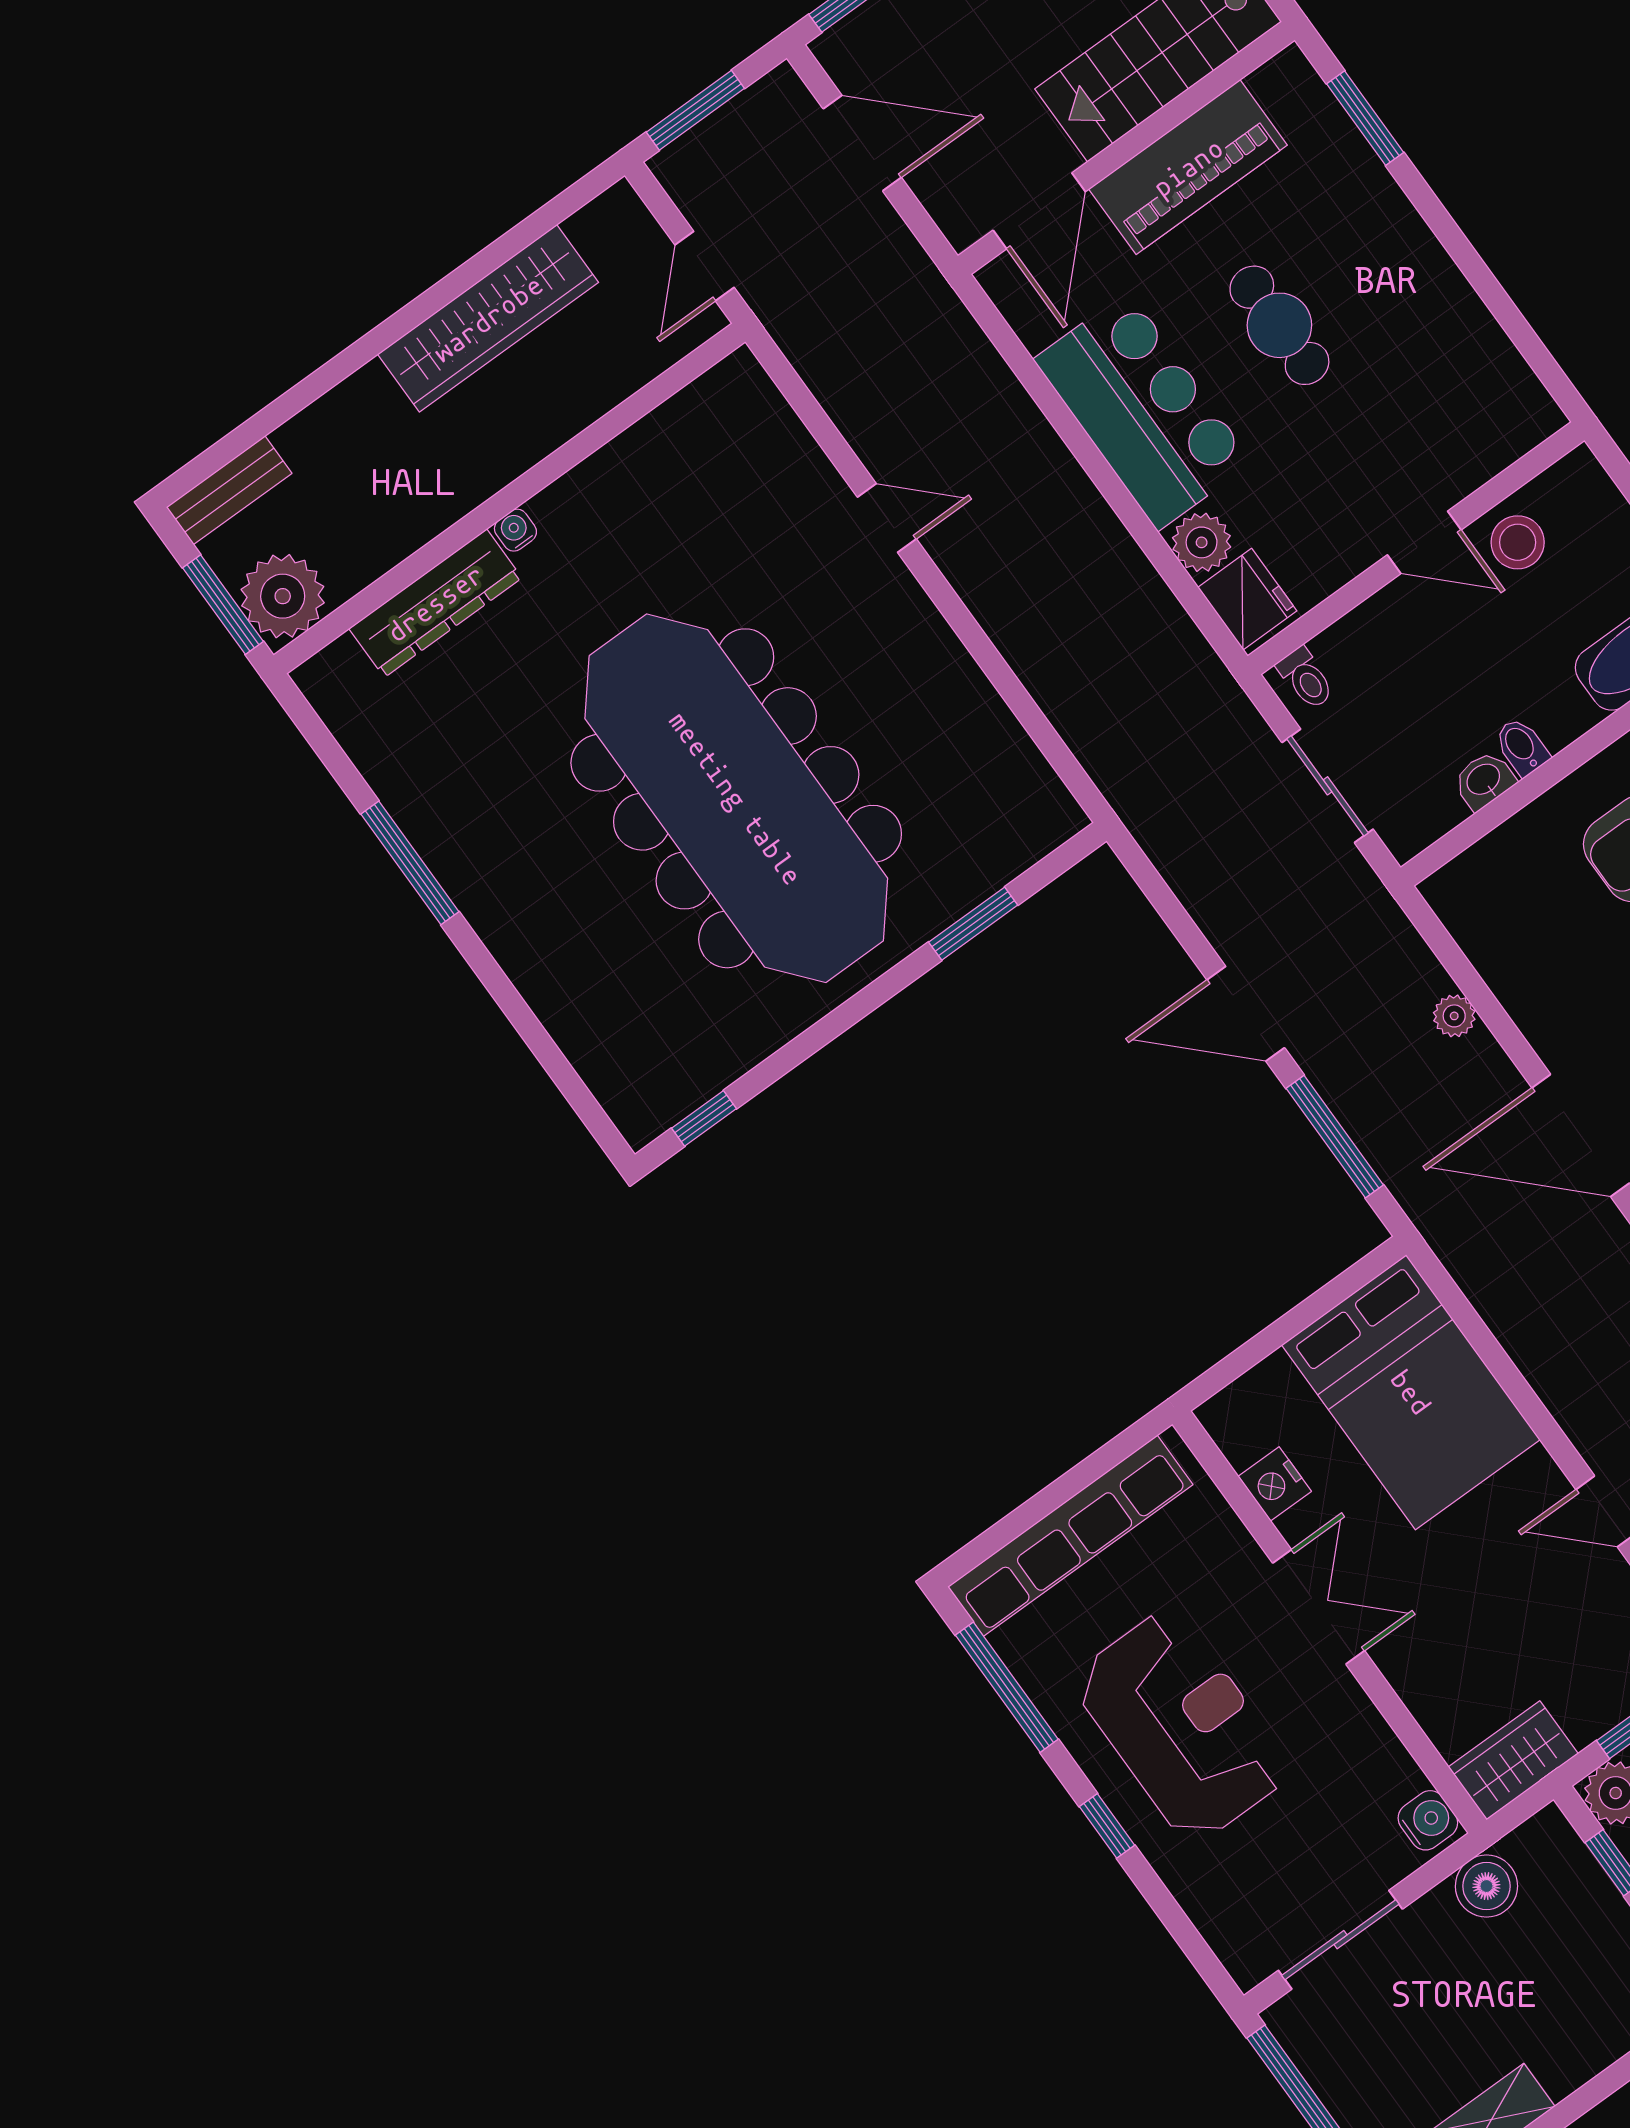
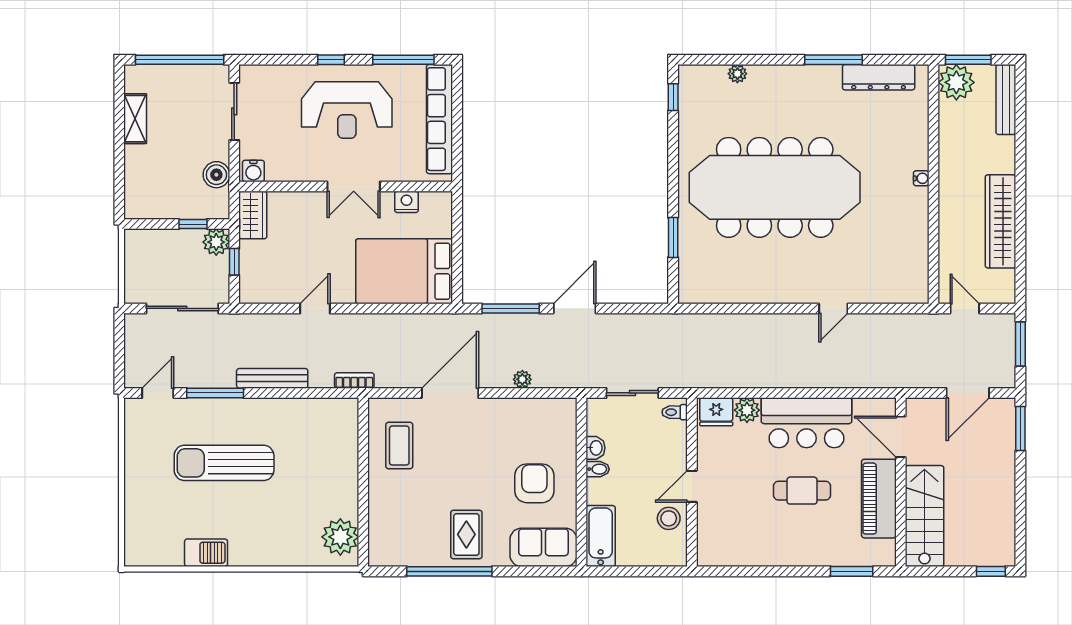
bench: (229, 490) -> (1006, 100), width x1.36
dresser: (435, 603) -> (879, 77), moved, turned -90
plant: (570, 1028) -> (737, 74), added

